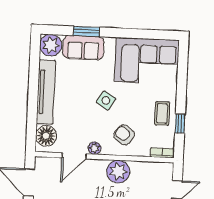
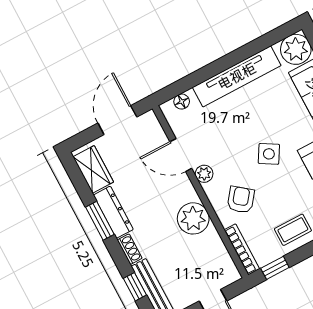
window: (180, 124) -> (275, 268), moved
floor lamp: (46, 136) -> (182, 102), width x0.53, depth x0.53
bookcase: (162, 153) -> (242, 249), width x1.56

